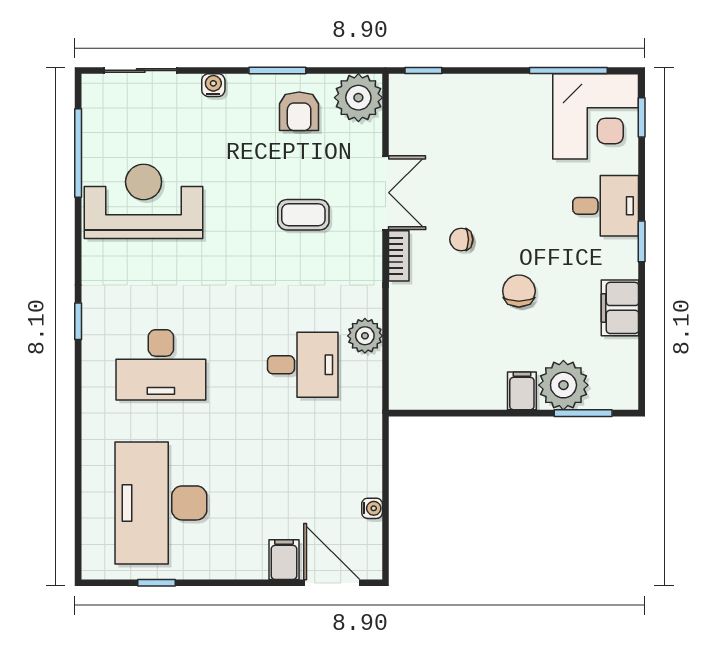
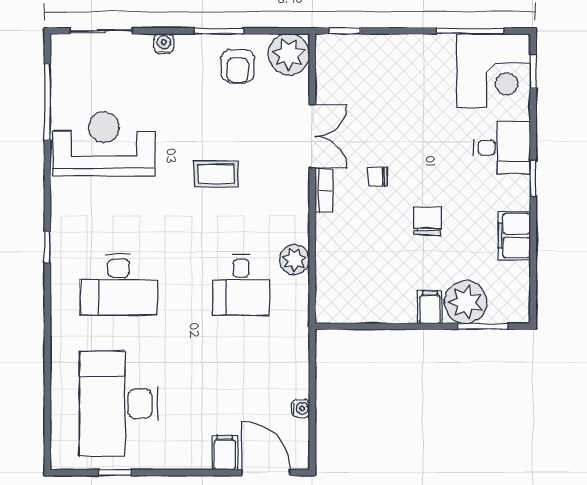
coffee table: (303, 215) -> (216, 174), moved
desk: (303, 365) -> (241, 285), turned 90

